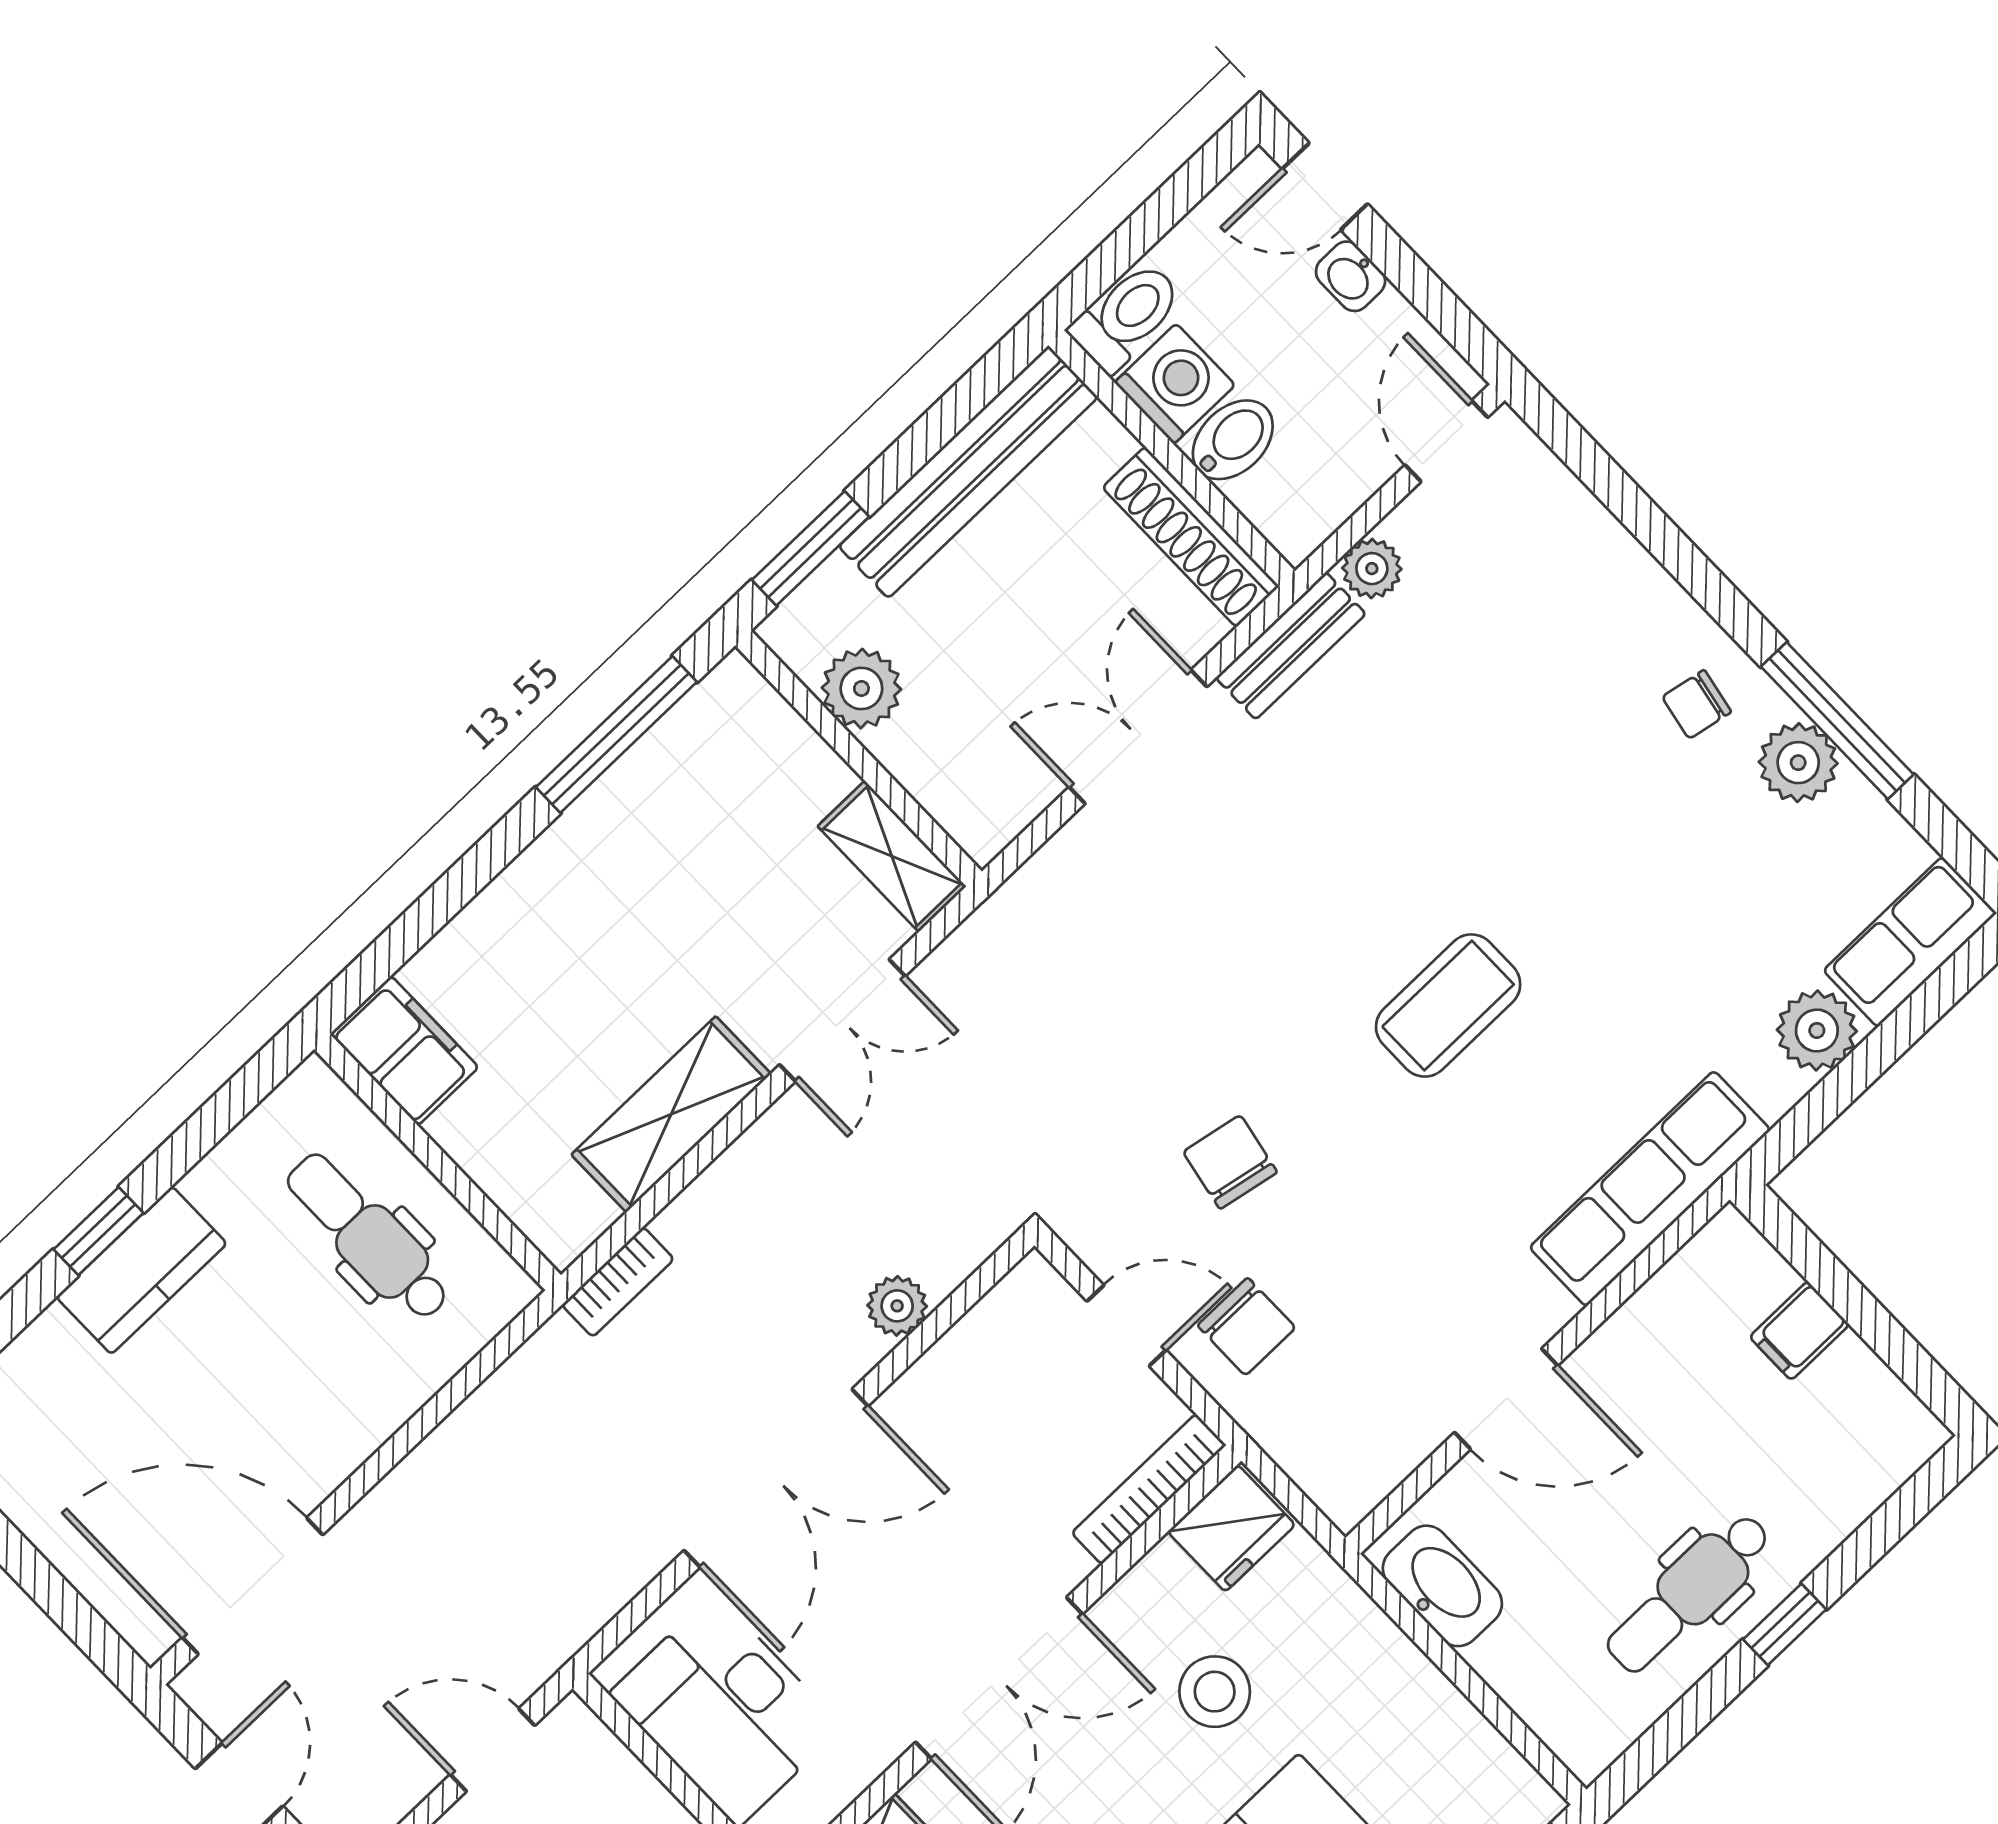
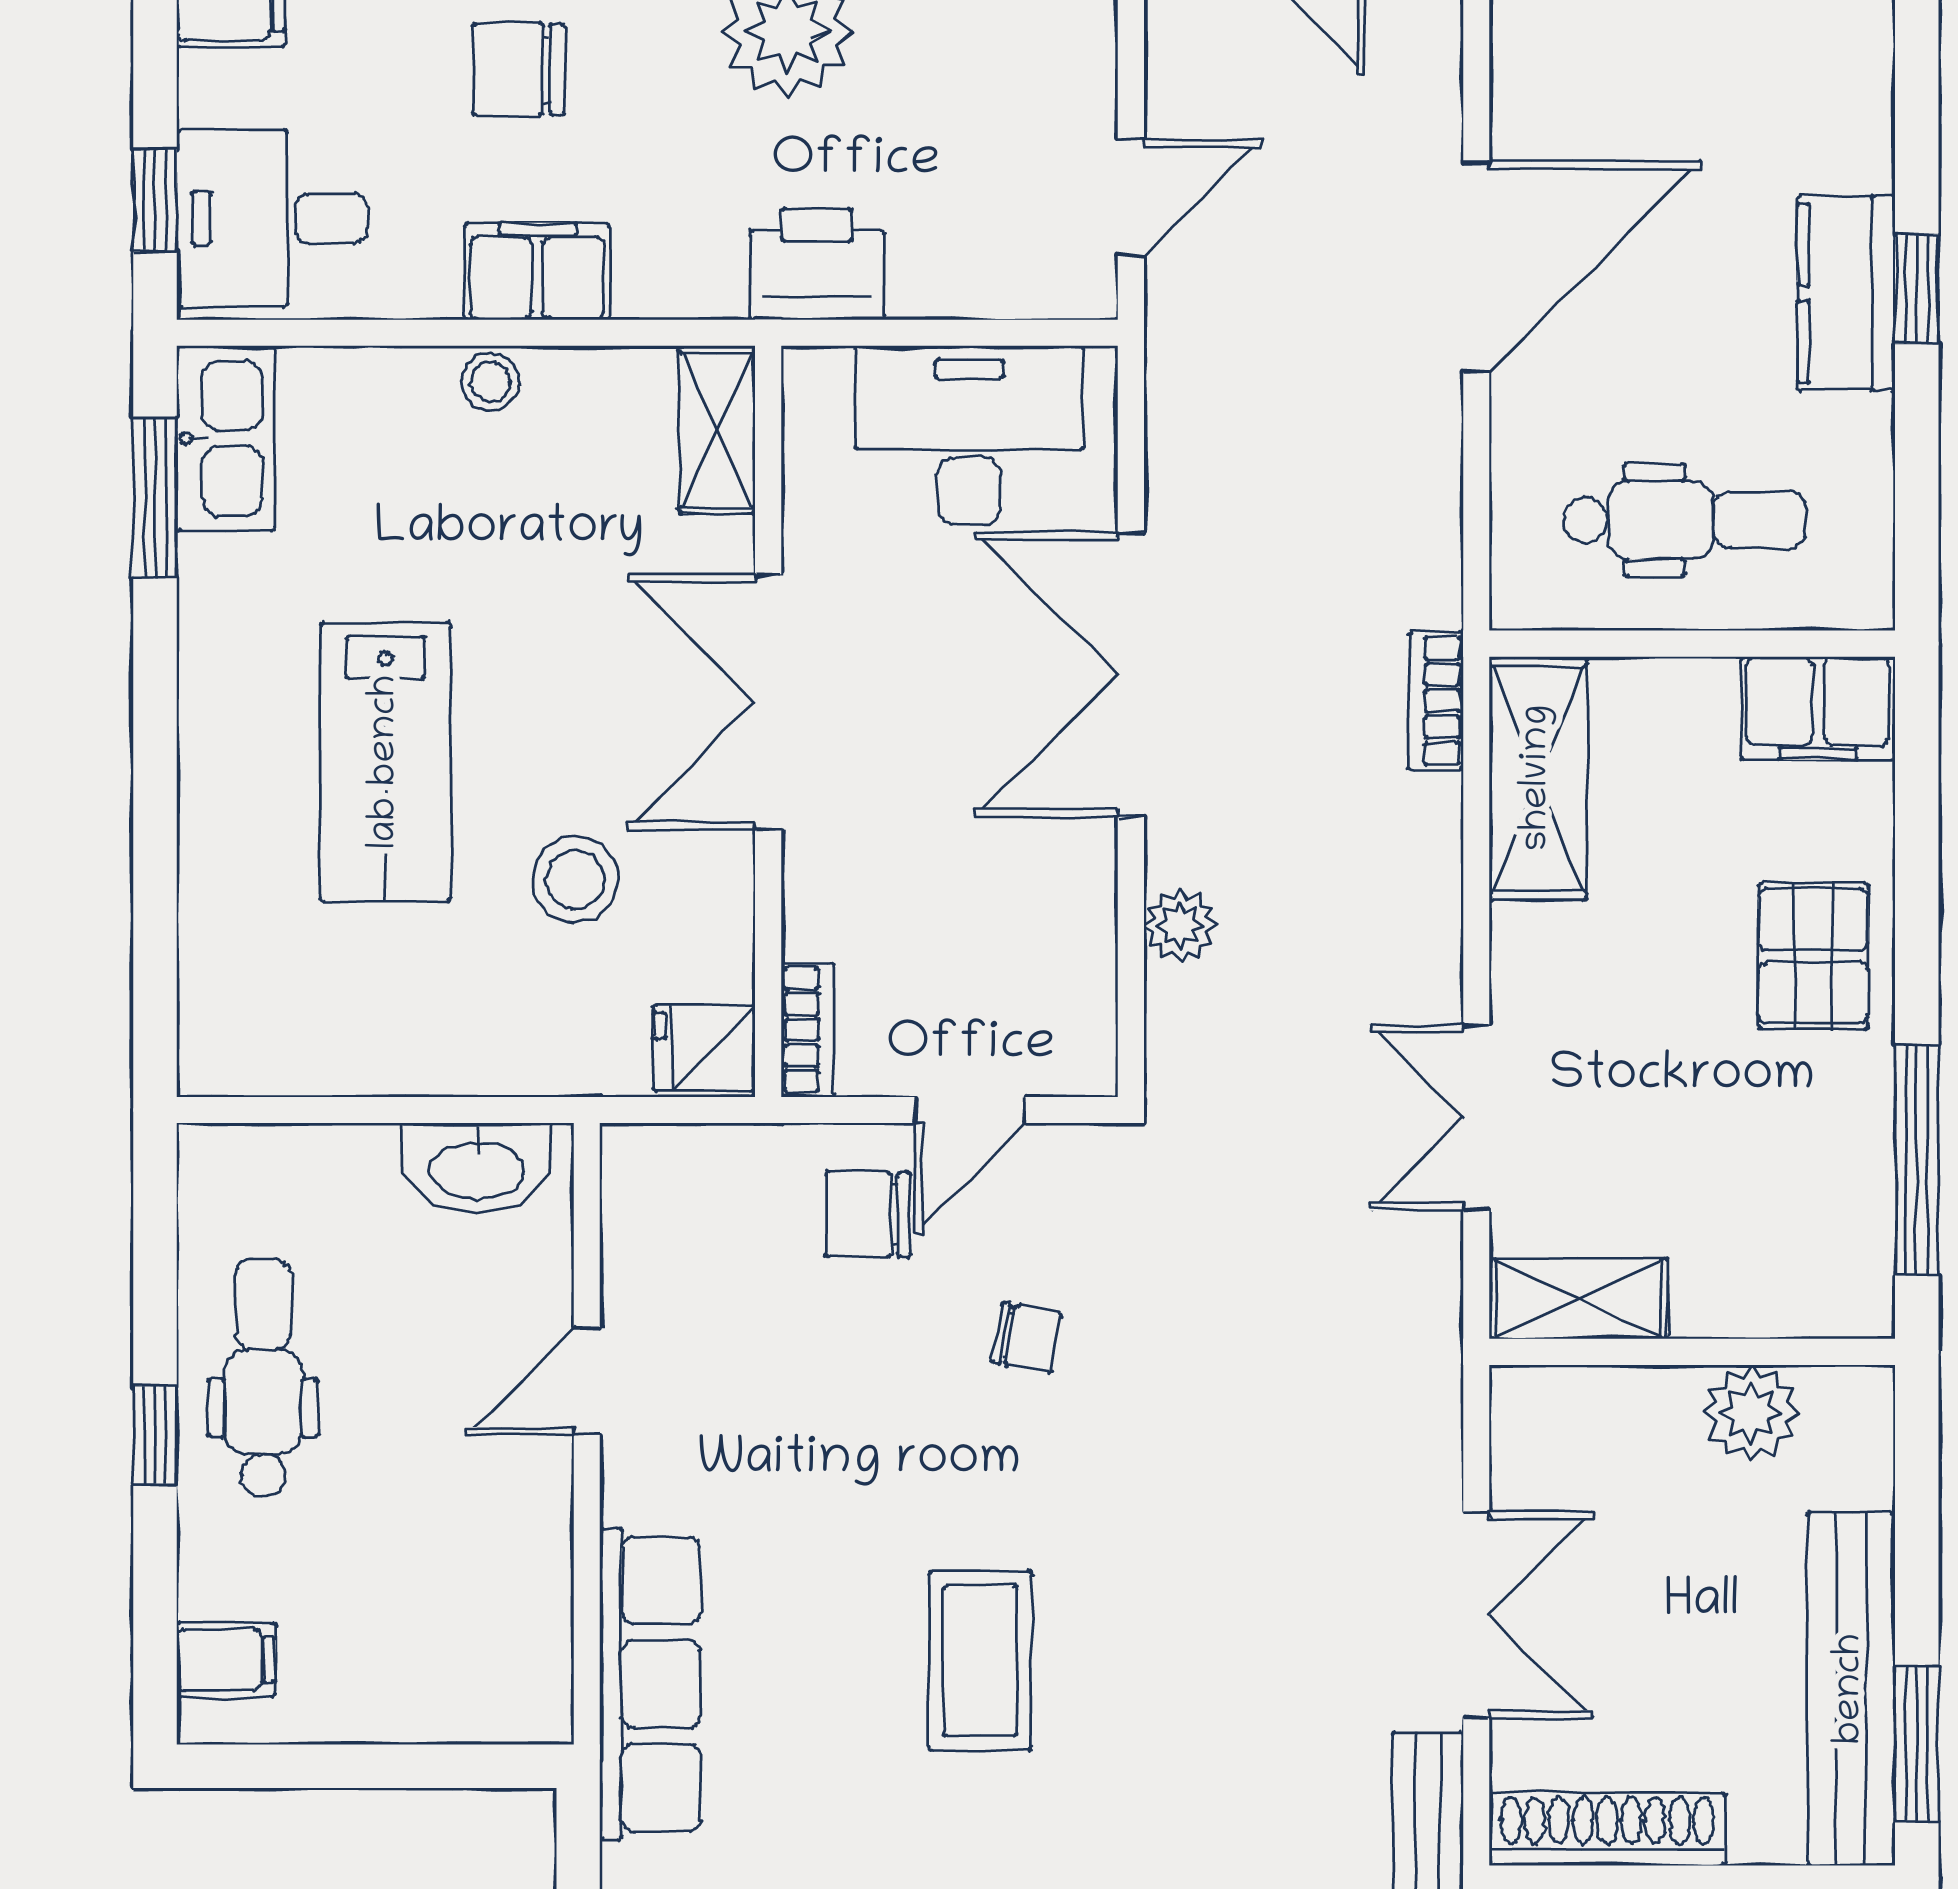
window: (810, 548) -> (1917, 1743), moved
pallet: (554, 912) -> (1813, 956), added
shelving: (671, 1114) -> (1538, 778), moved
chair: (1230, 1162) -> (1026, 1338), width x0.73, depth x0.73
filing cabinet: (1799, 1331) -> (226, 1660), moved, turned 90
door: (1506, 1399) -> (587, 1381), width x0.73
bookcase: (1149, 1489) -> (808, 1030), width x0.64
fridge: (1231, 1528) -> (704, 1048), width x0.72
door: (252, 1586) -> (1476, 267), moved

